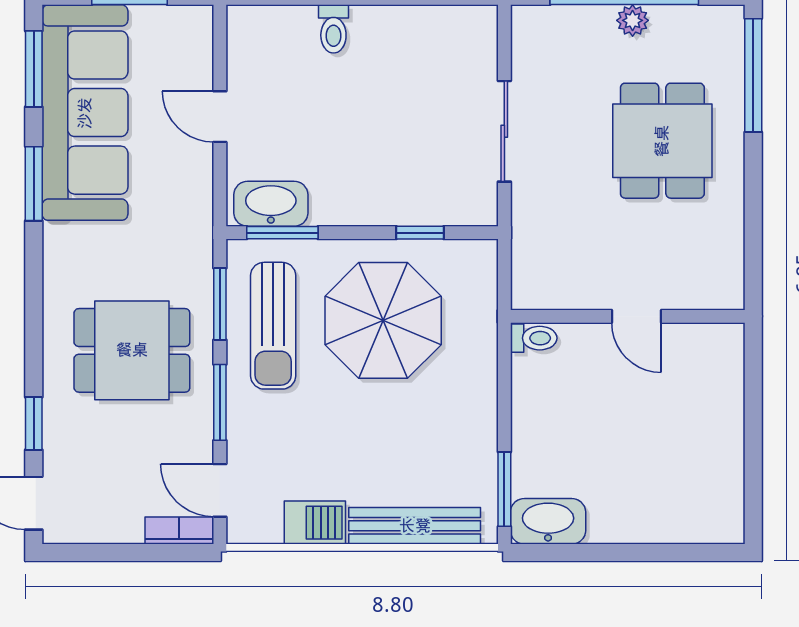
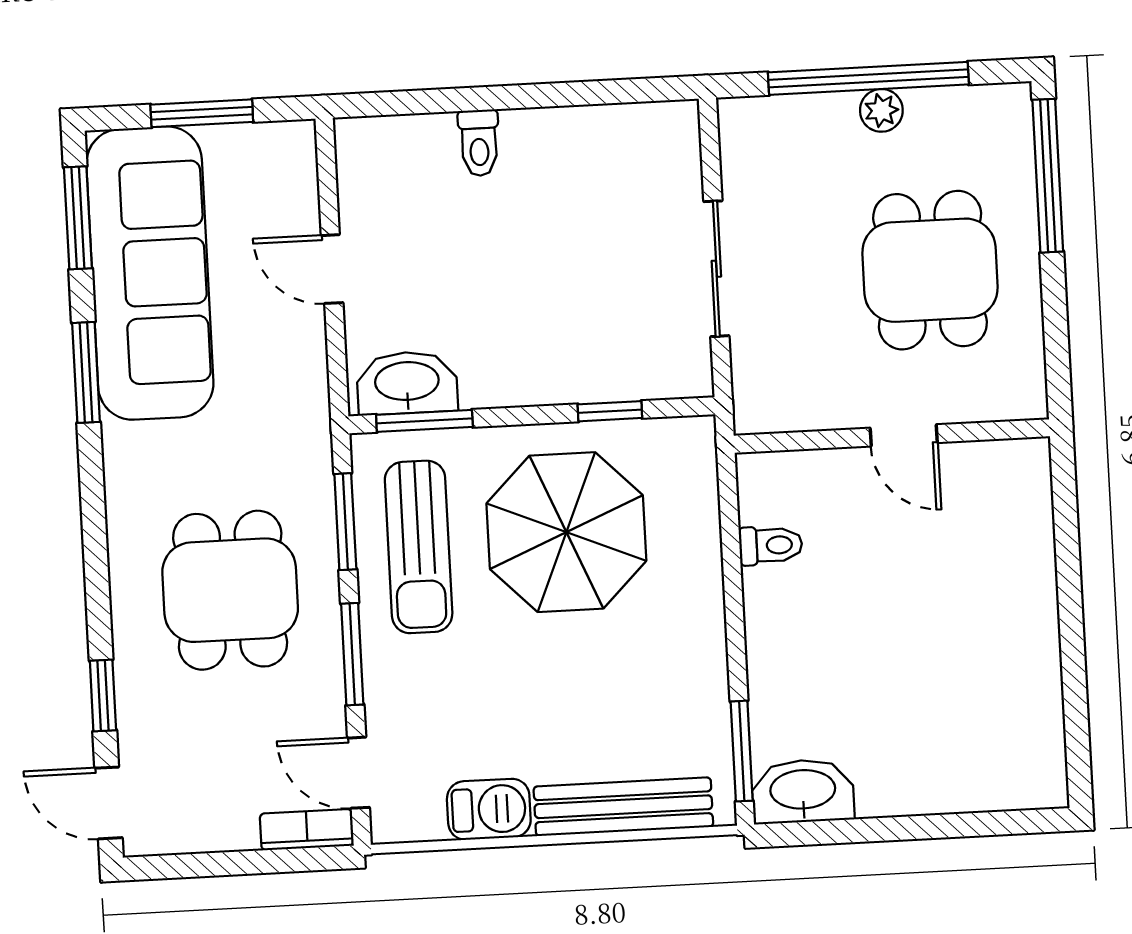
wall: (628, 316) -> (892, 436), moved
door: (637, 316) -> (904, 435), moved
dining table: (132, 350) -> (230, 590), turned 90

